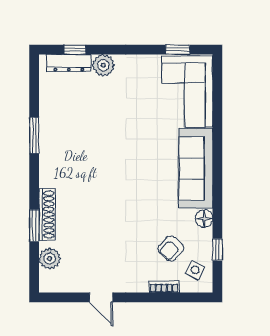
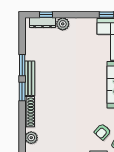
bench: (47, 158) -> (30, 78), added
window: (34, 226) -> (22, 92), moved

